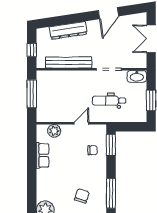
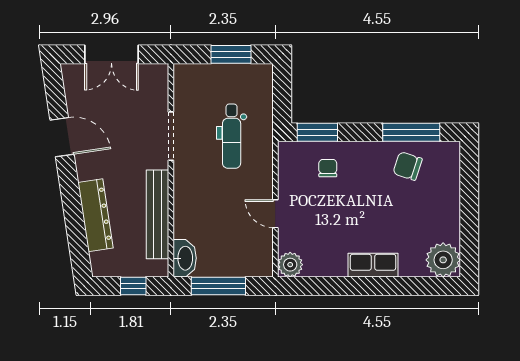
washbasin: (137, 76) -> (185, 258), moved
door: (81, 123) -> (275, 214), moved
plant: (54, 131) -> (290, 265), moved
row of seats: (43, 155) -> (373, 265), moved
chair: (82, 196) -> (408, 166), moved

